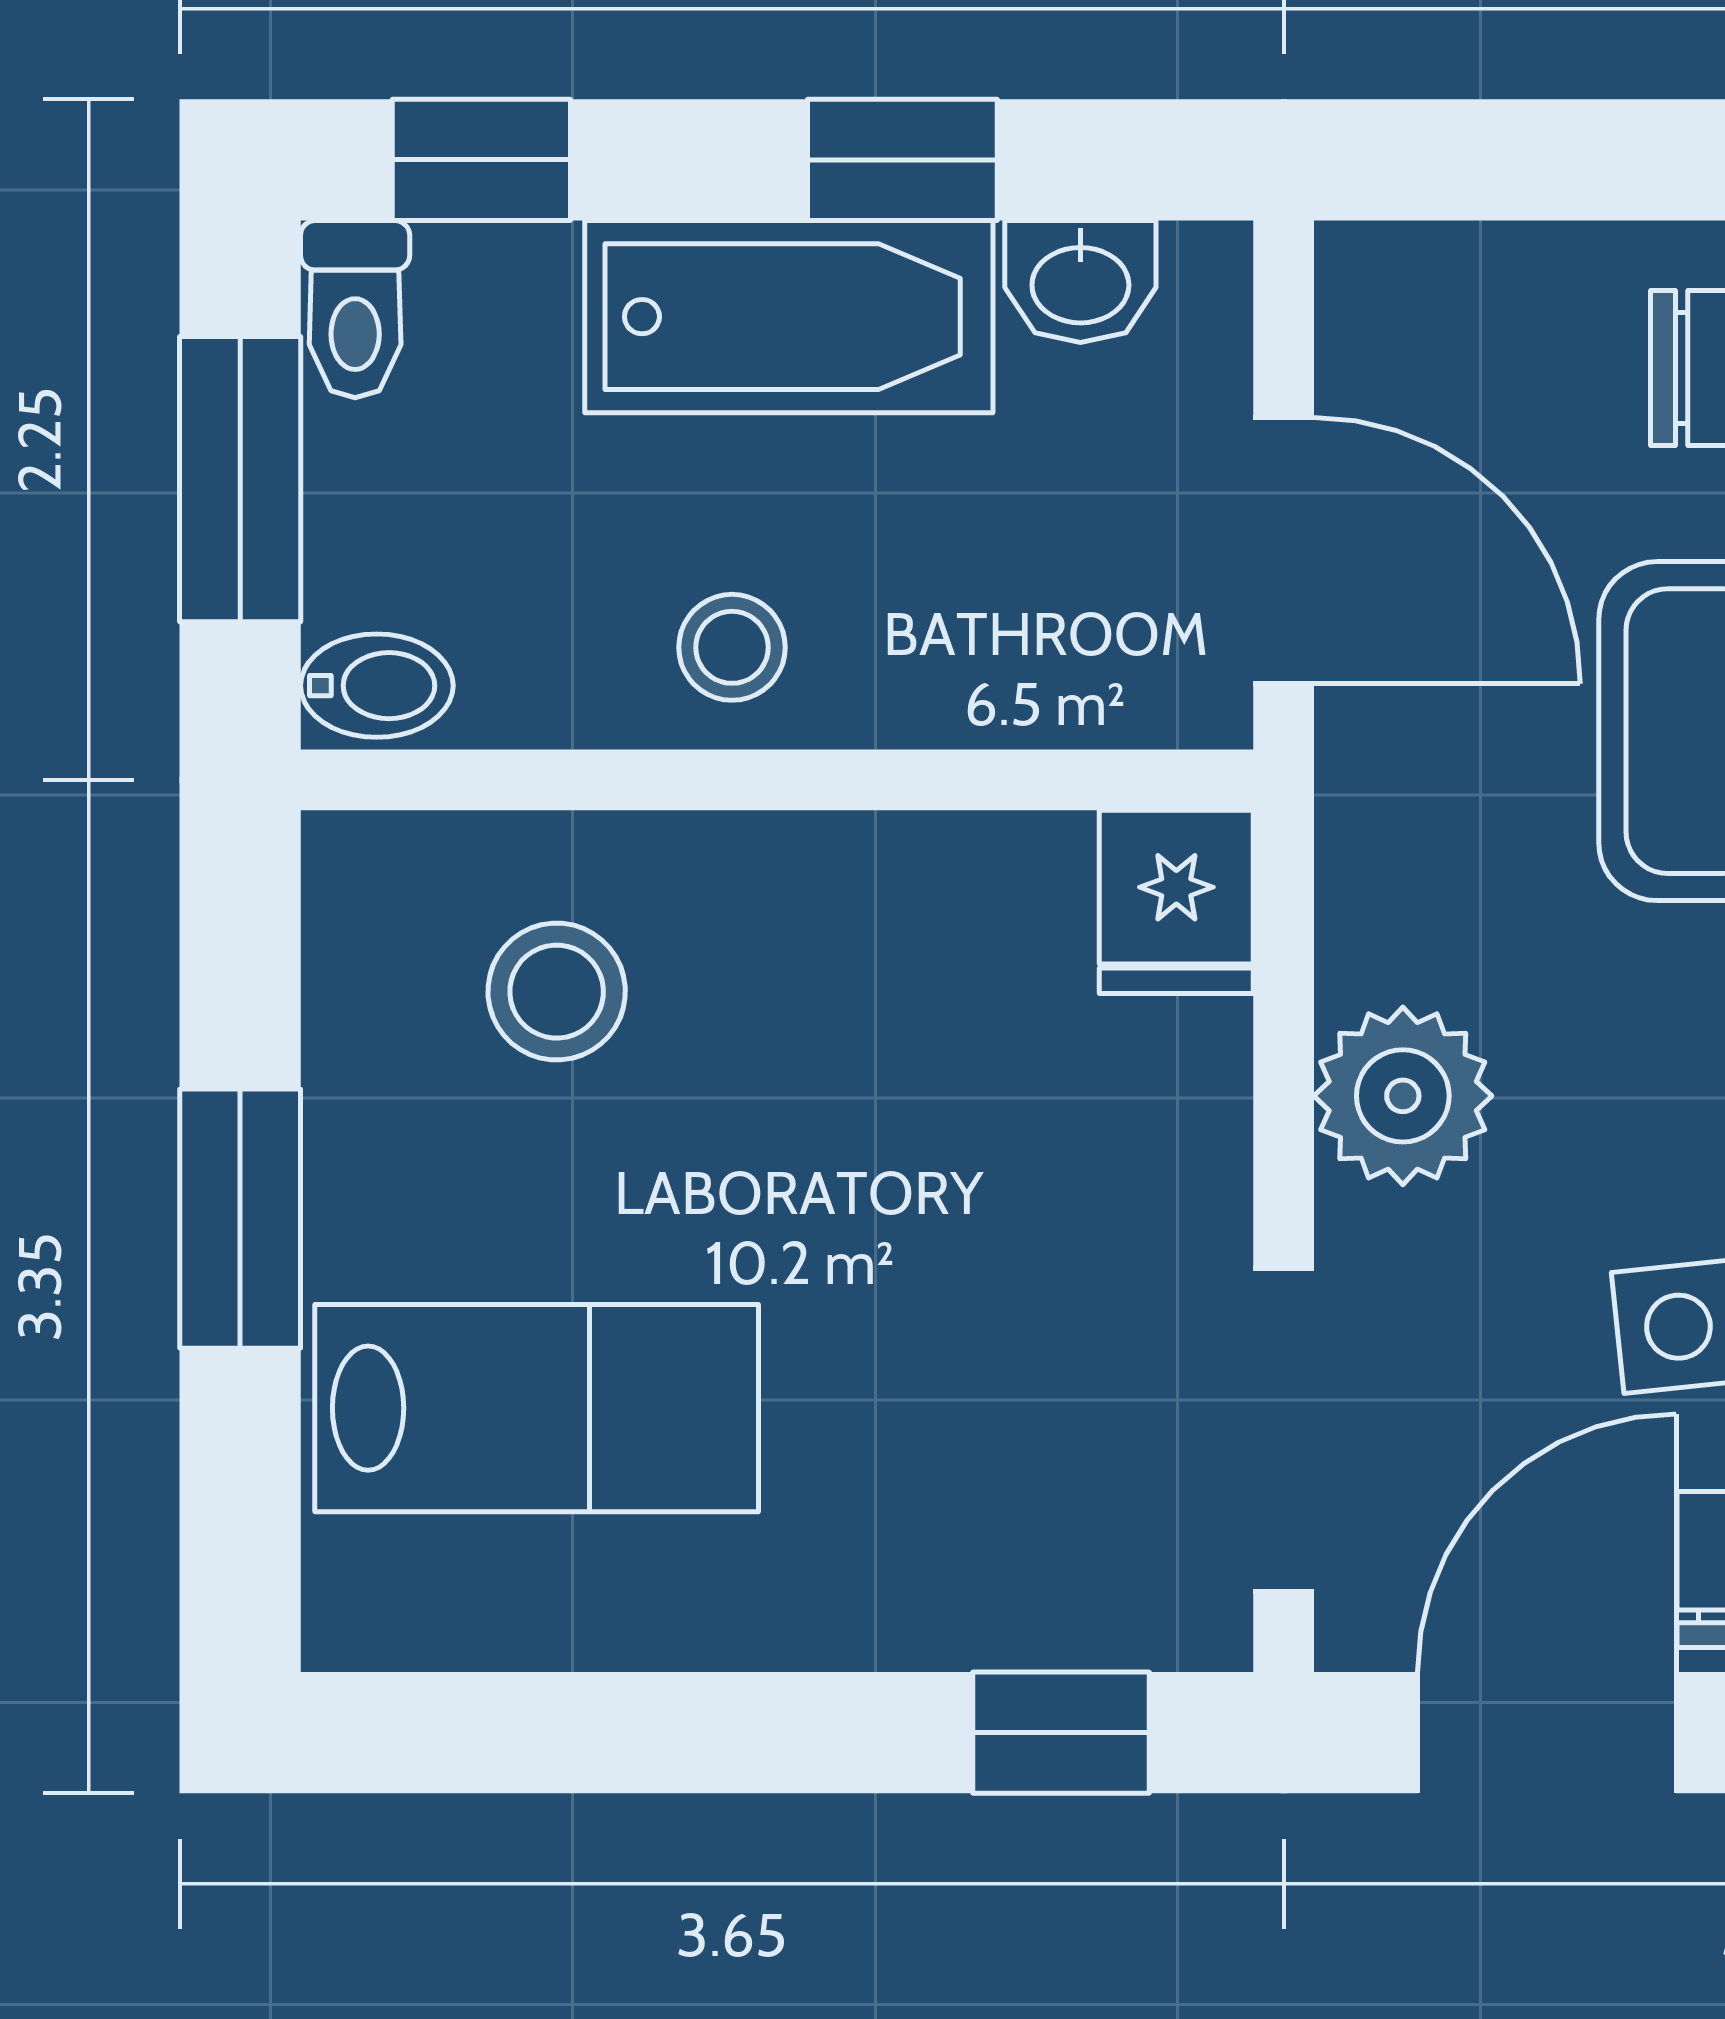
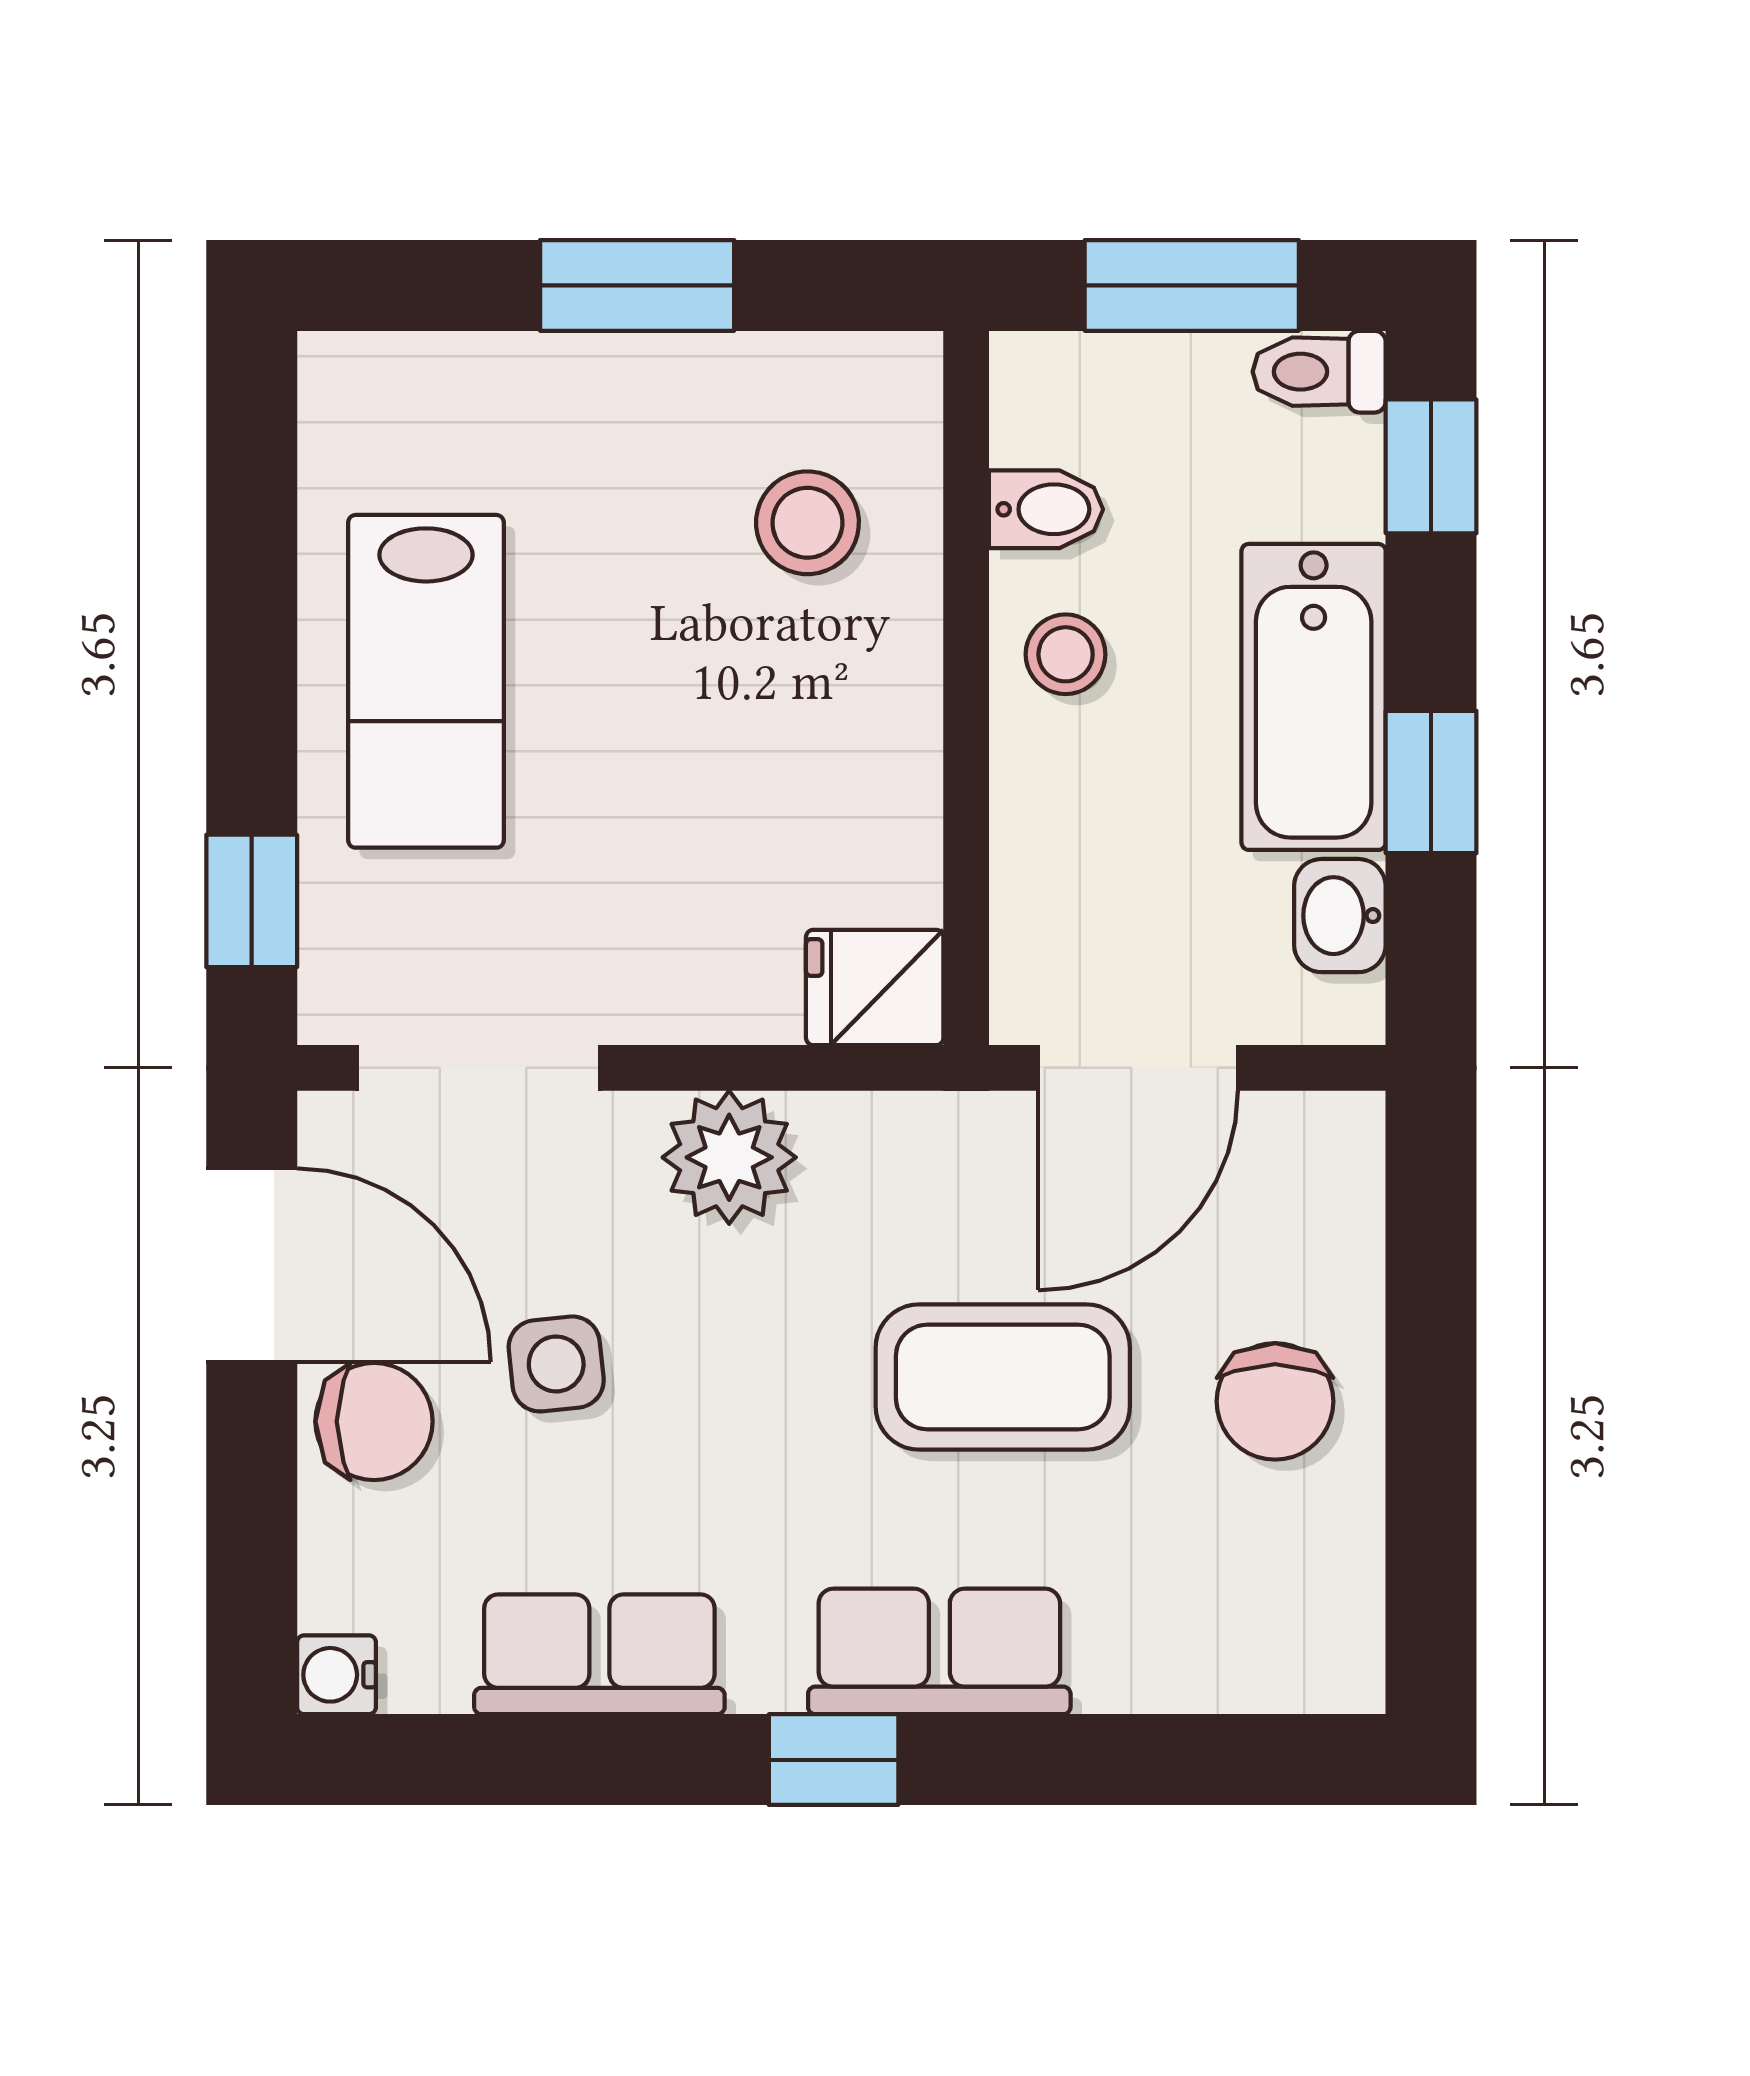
bidet: (377, 686) -> (1046, 509), moved, turned -90
lab bench: (537, 1408) -> (426, 681), moved

